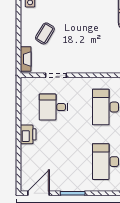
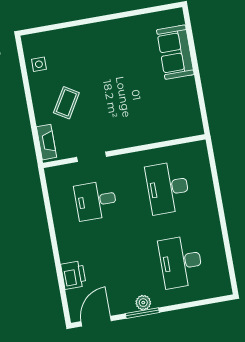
printer: (28, 134) -> (73, 275), moved
plant: (75, 186) -> (143, 303), added

